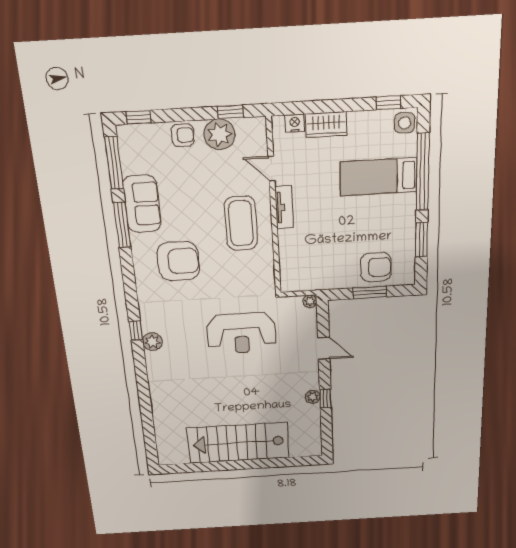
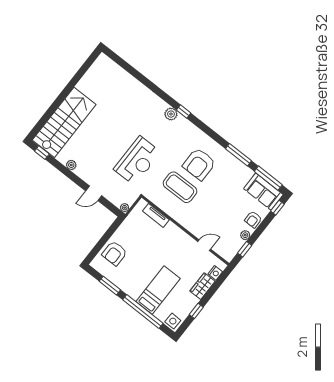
window: (388, 103) -> (196, 311), moved
plant: (219, 134) -> (245, 235), width x0.53, depth x0.53
sofa: (142, 204) -> (263, 192), moved
tv unit: (284, 207) -> (156, 215), moved
coffee table: (241, 223) -> (180, 187), moved
window: (370, 292) -> (104, 240), removed
reception desk: (241, 333) -> (137, 161), turned 180
window: (325, 399) -> (42, 153), moved
stairs: (238, 443) -> (64, 122), moved

